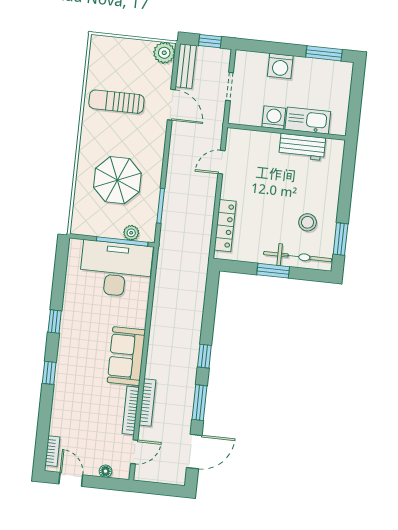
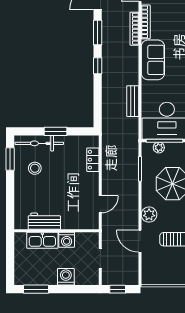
plant: (164, 53) -> (149, 215), moved
bench: (186, 66) -> (133, 101), moved
locker: (225, 226) -> (93, 160), width x0.66

